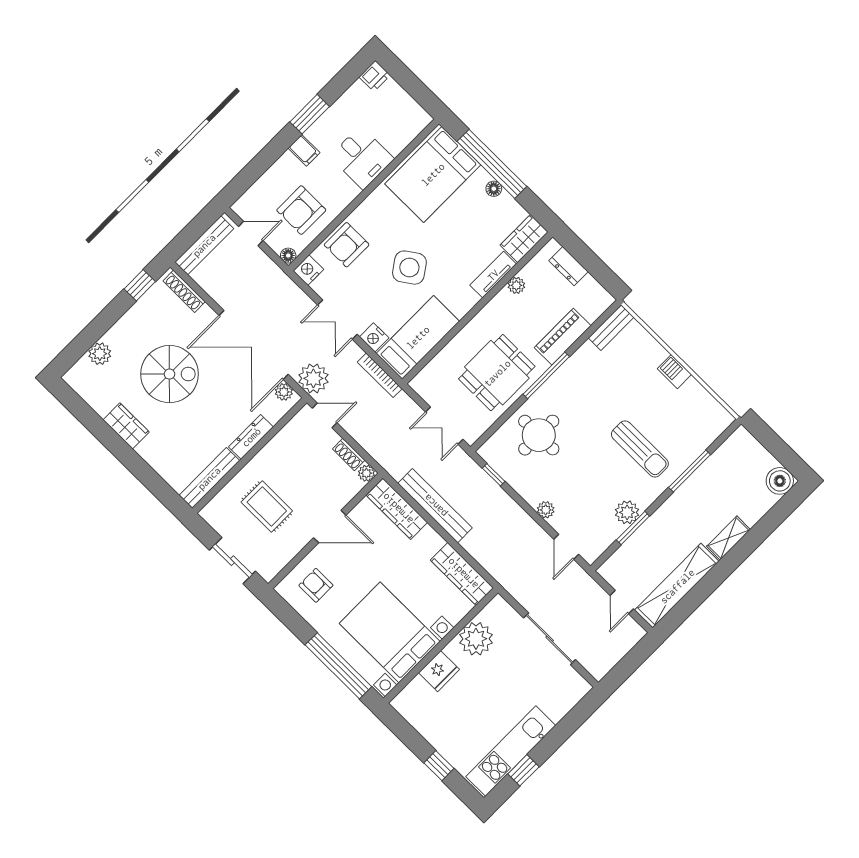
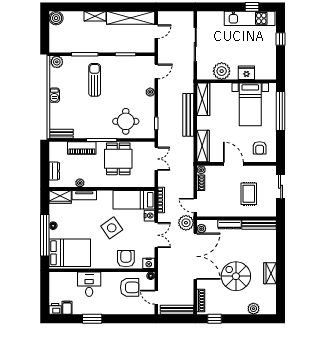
filing cabinet: (304, 150) -> (67, 308), moved
armchair: (347, 245) -> (126, 259), turned -90
dining table: (497, 373) -> (118, 159), turned 90
bench: (435, 506) -> (188, 115), moved
plant: (627, 512) -> (57, 62), moved
bed with nightstands: (390, 632) -> (250, 104), width x0.73

